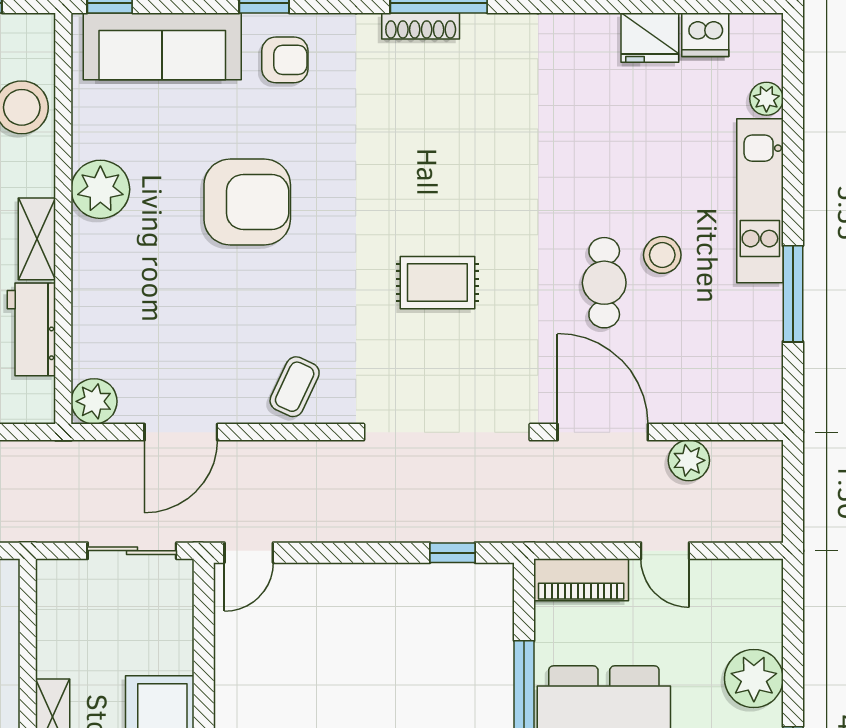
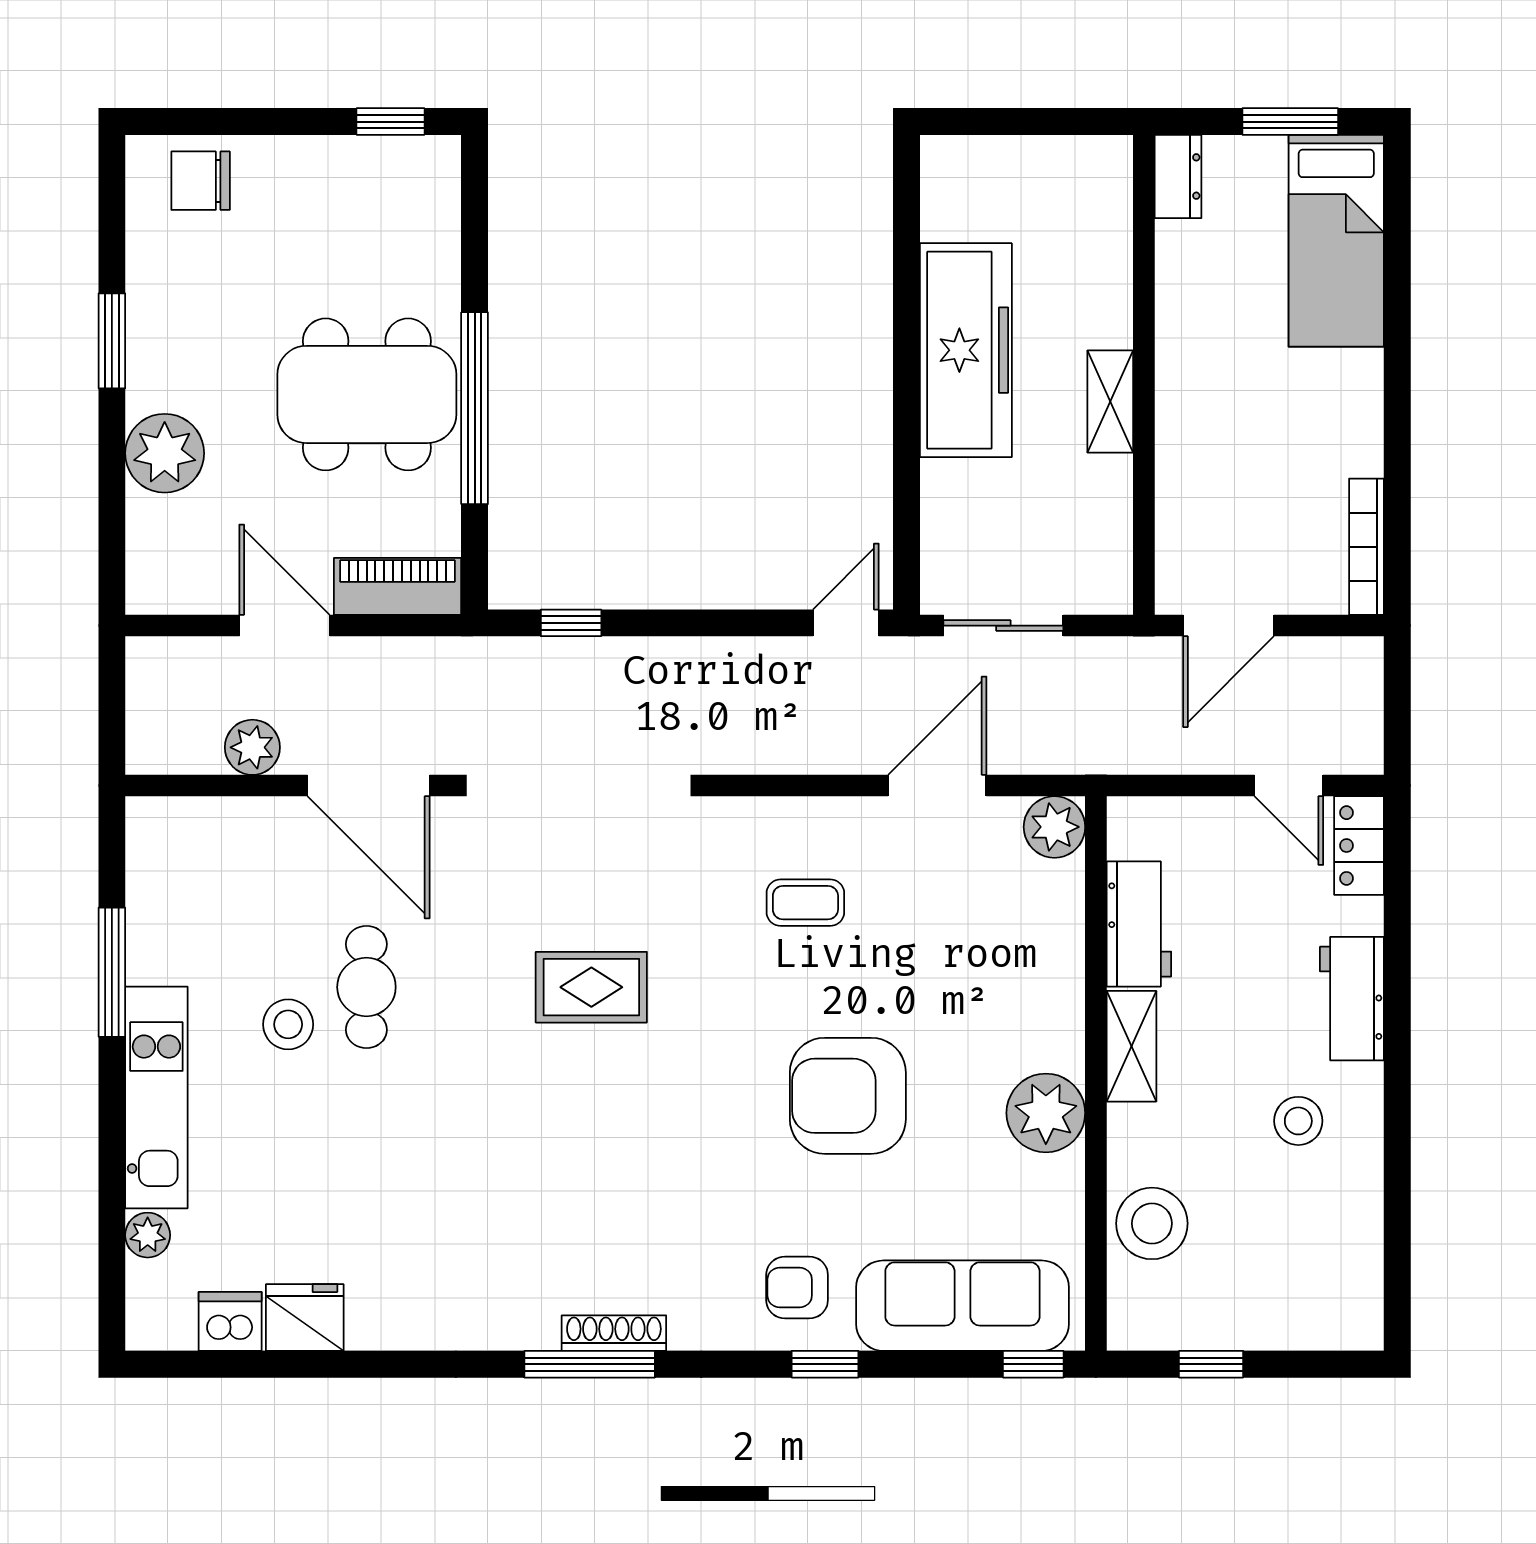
coffee table: (295, 387) -> (805, 903), moved, turned 65
door: (665, 551) -> (284, 626), width x1.38

